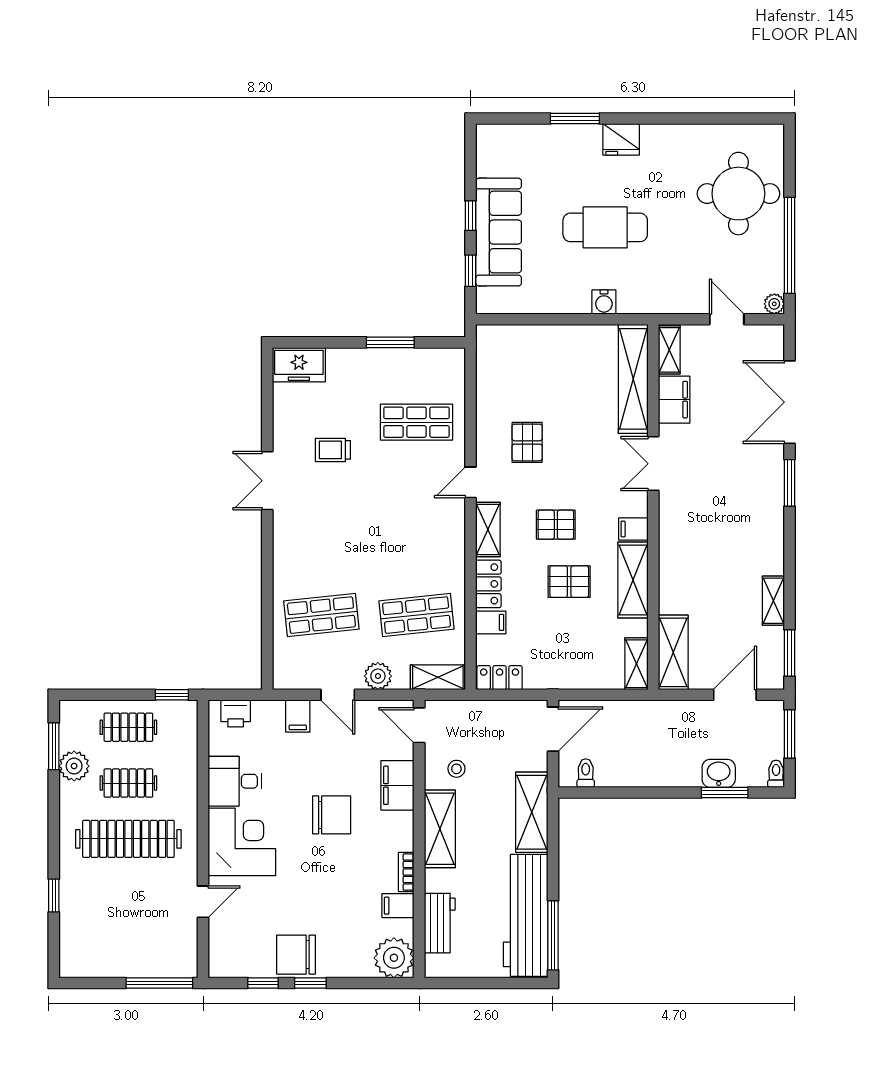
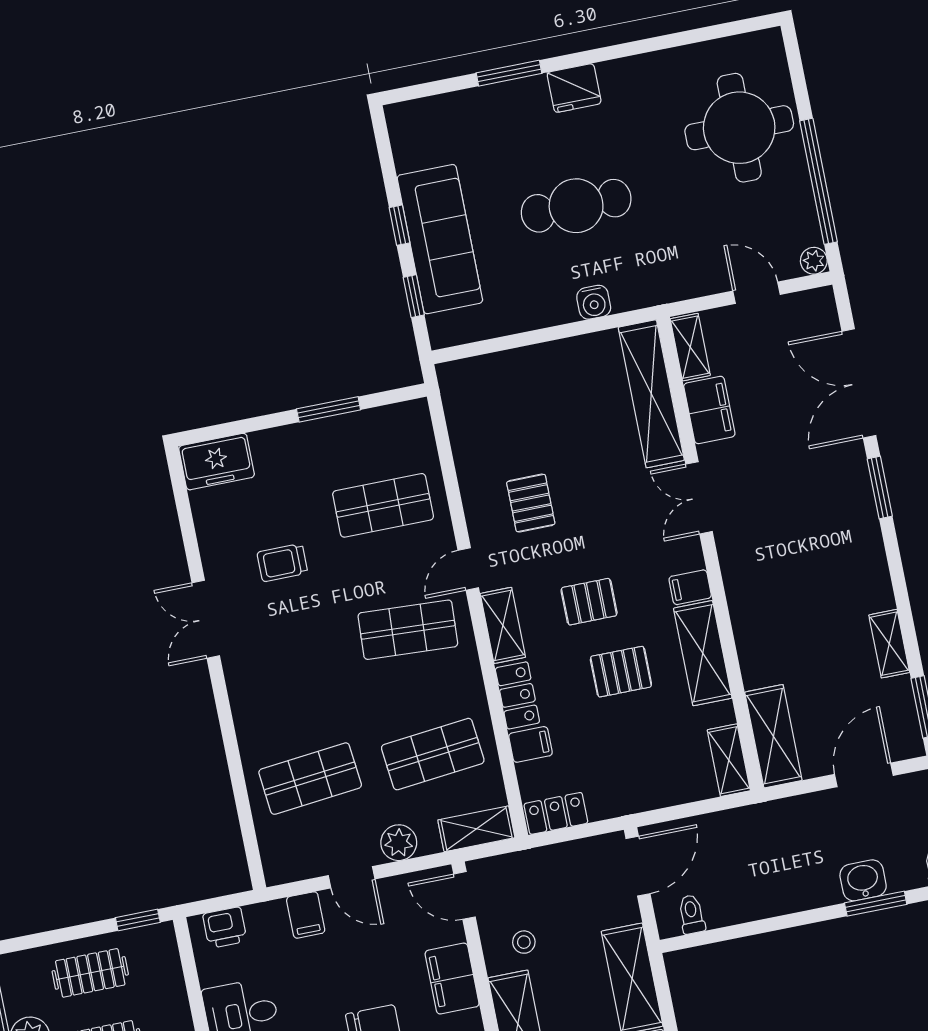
shop shelf: (417, 519) -> (408, 630), added

